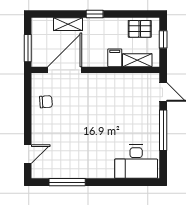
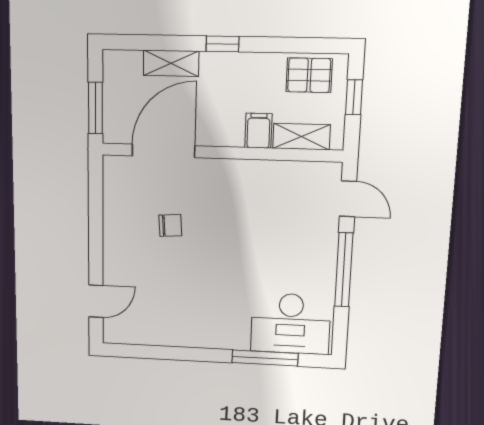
chair: (46, 102) -> (170, 225), moved
window: (67, 182) -> (265, 358), moved

